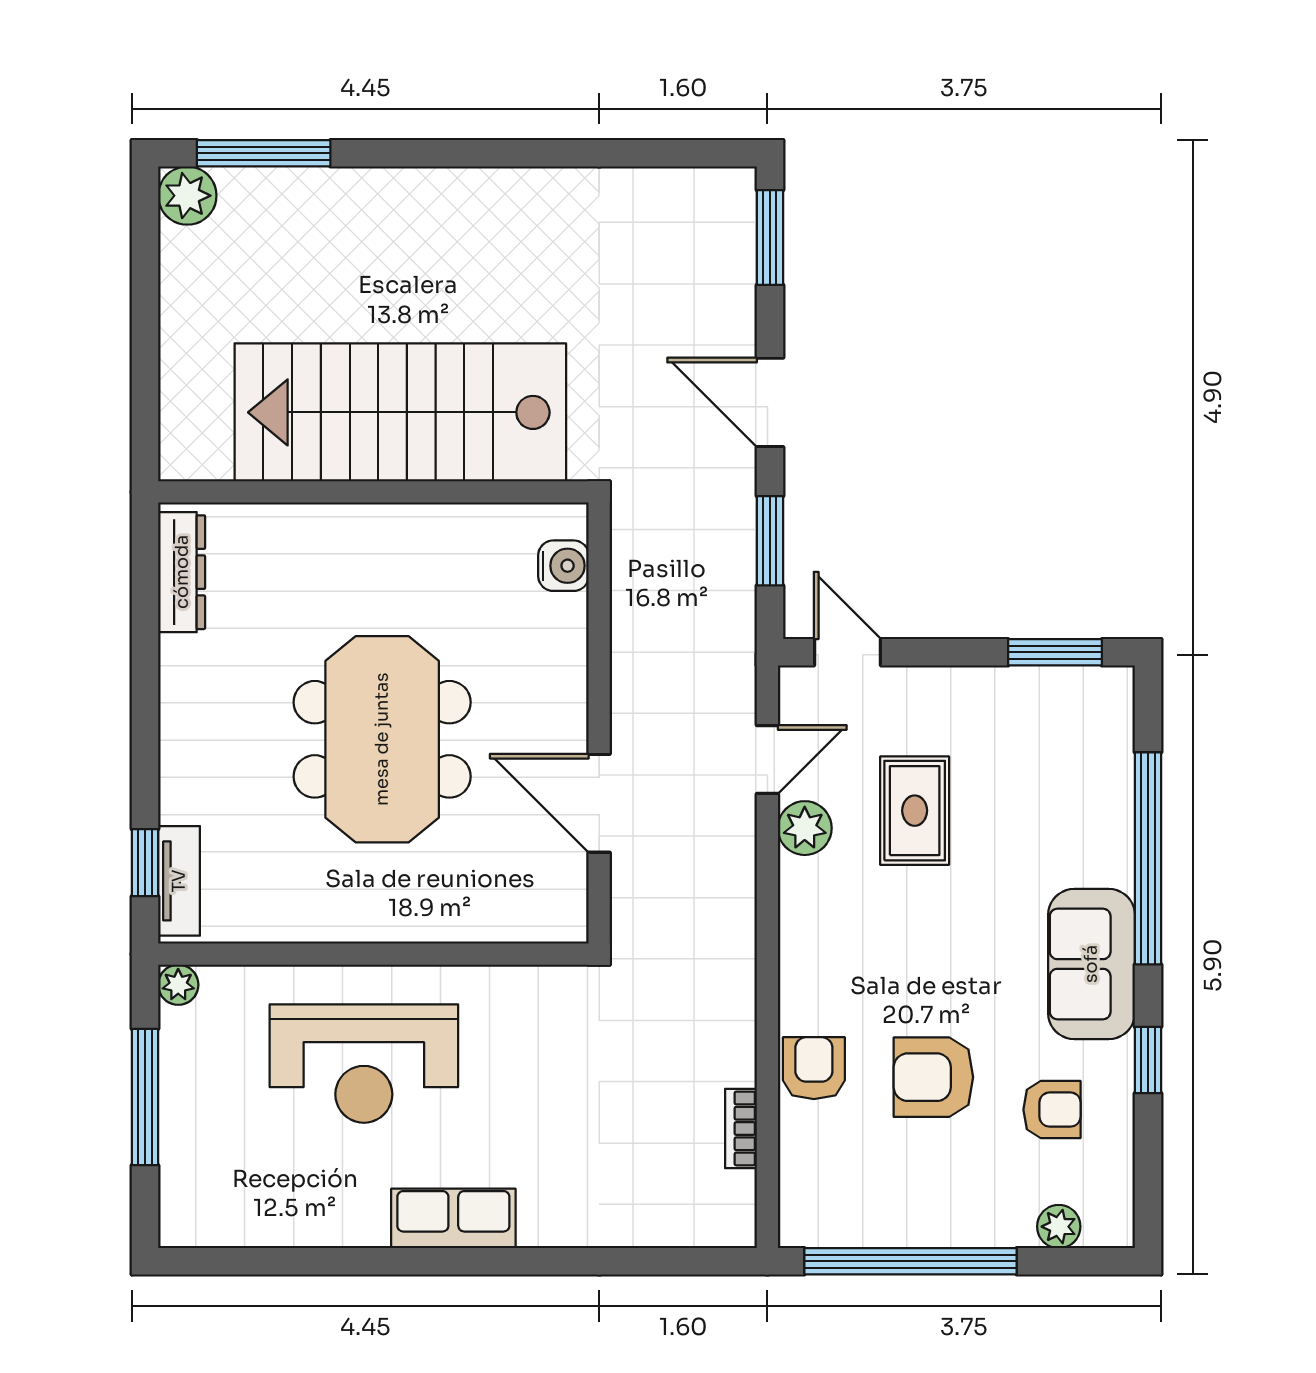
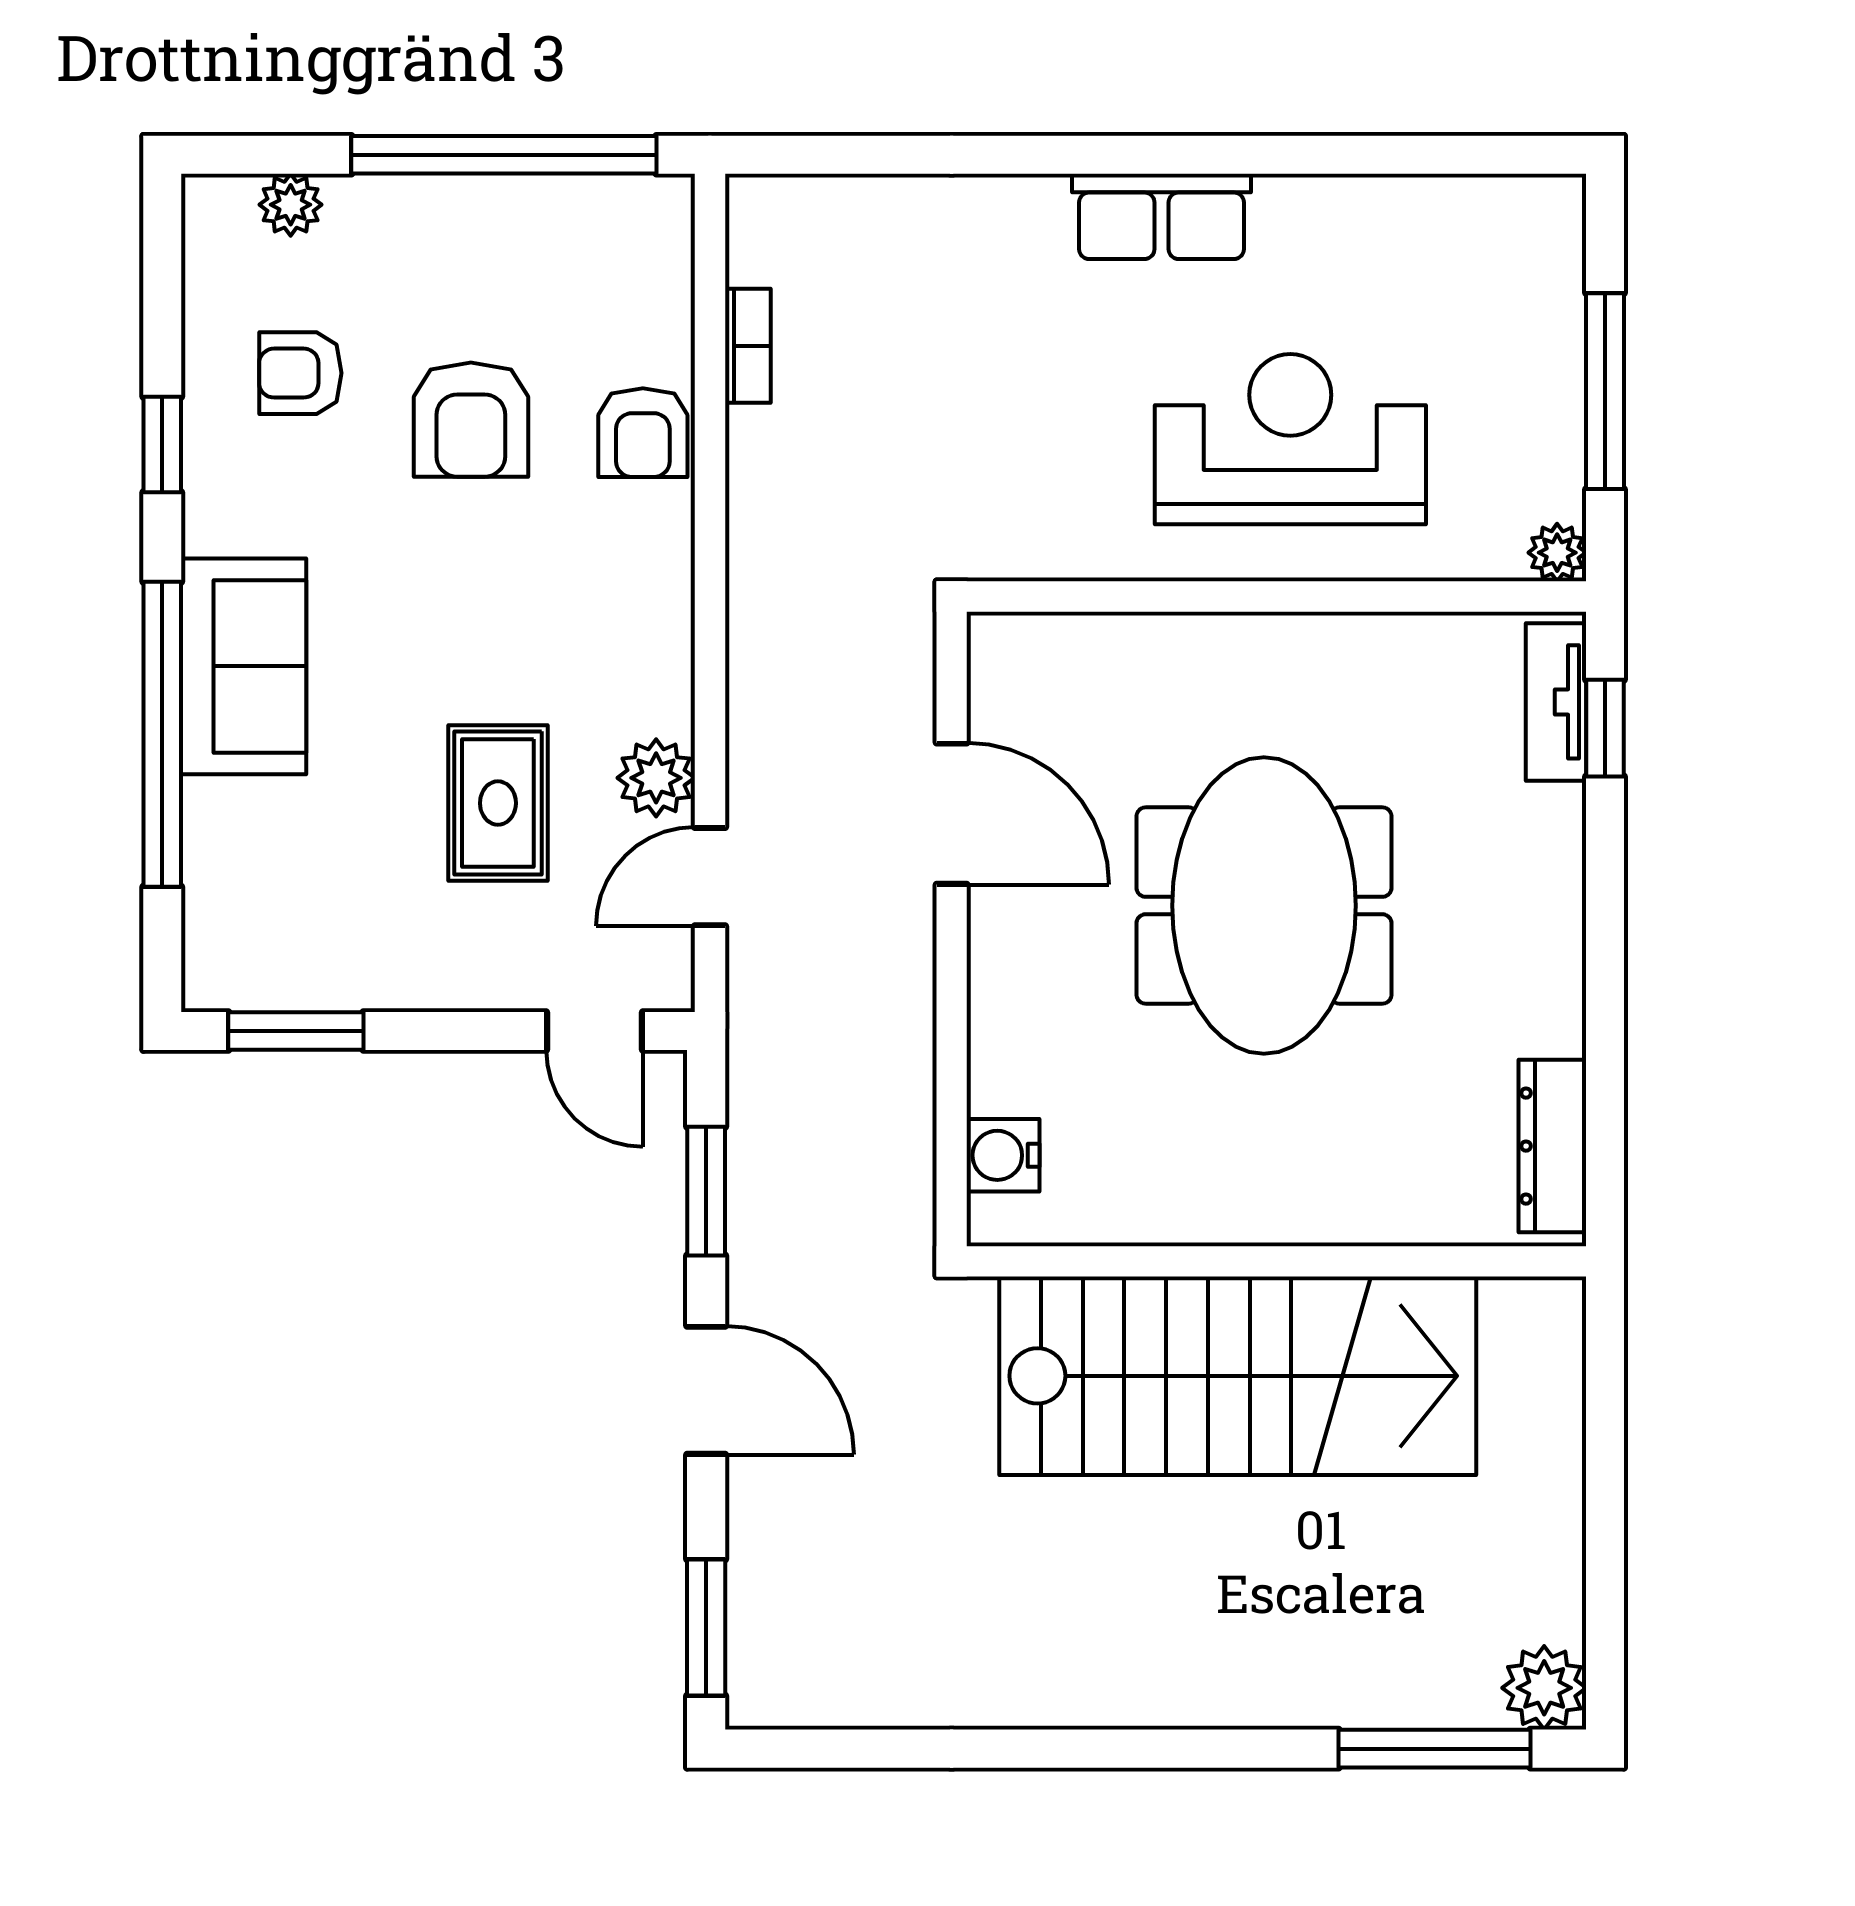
sofa: (1091, 964) -> (244, 666), moved
armchair: (933, 1077) -> (471, 420), turned 90

